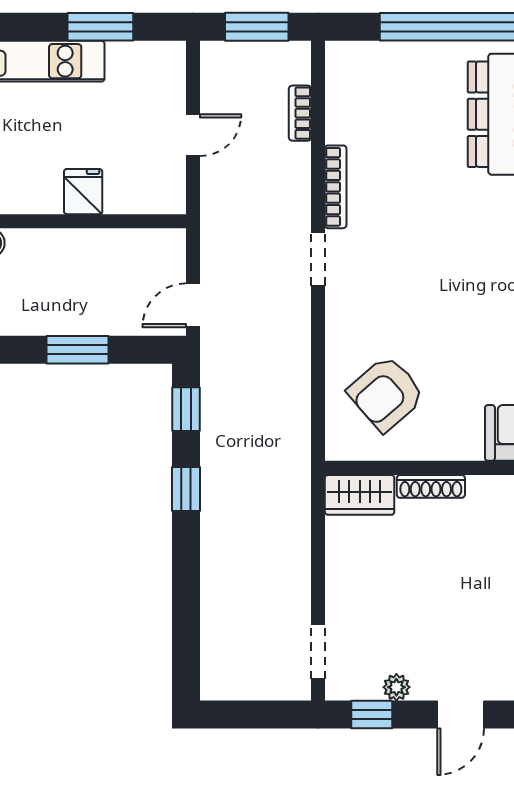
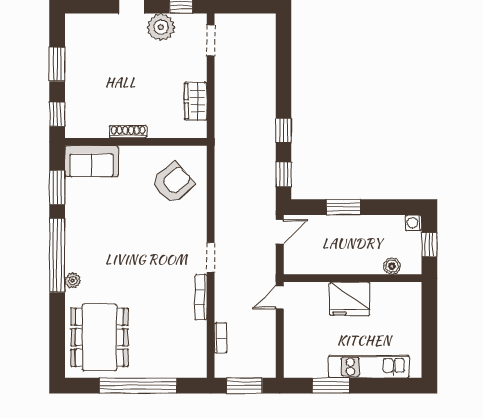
door: (193, 135) -> (280, 297), moved
fridge: (83, 192) -> (350, 299), width x1.88, depth x1.34
shoe rack: (431, 486) -> (128, 132), moved
wardrobe: (360, 495) -> (196, 101), moved, turned -90
plant: (396, 687) -> (161, 27), width x1.87, depth x1.87

